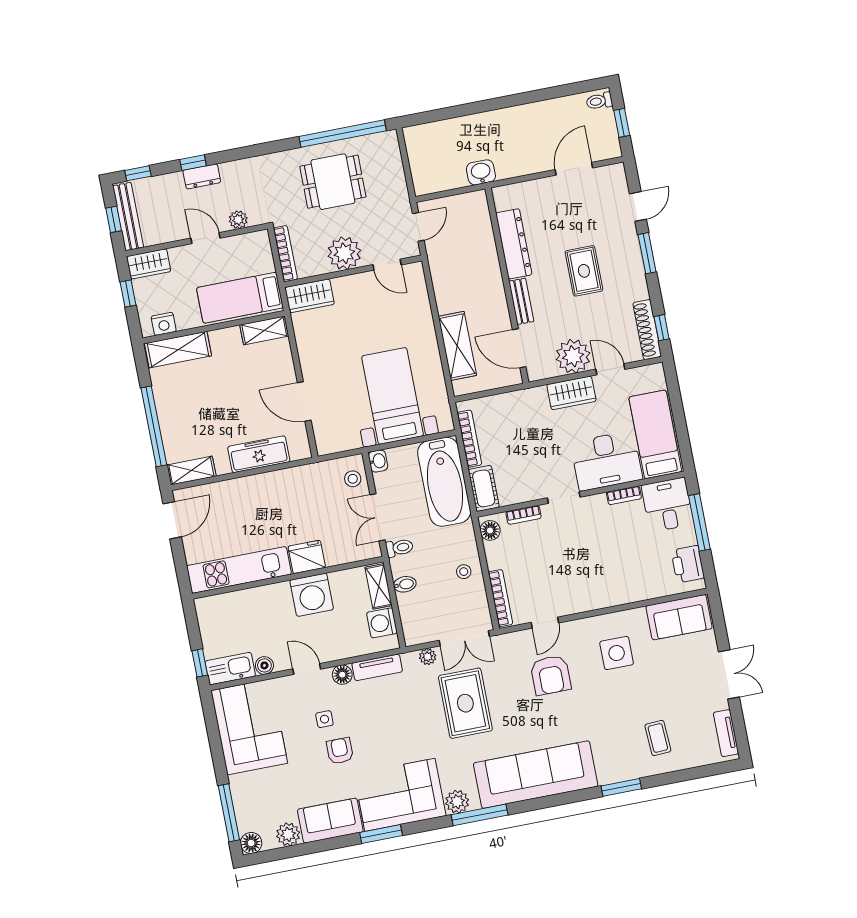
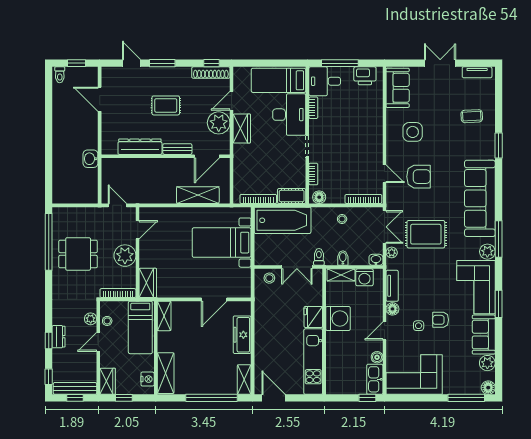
dining table: (333, 182) -> (78, 254), turned 90
stool: (240, 245) -> (107, 321), added
washbasin: (378, 461) -> (376, 260), moved

